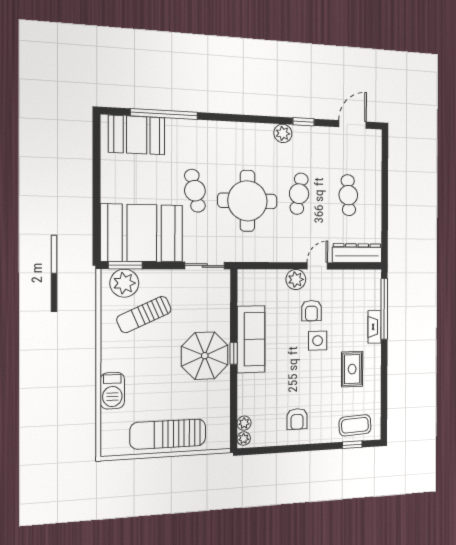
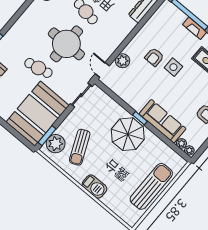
door: (317, 266) -> (102, 70), moved
plant: (296, 279) -> (123, 61), moved
armchair: (311, 311) -> (154, 57), turned 90
sofa: (251, 339) -> (162, 121), moved
barbecue: (112, 391) -> (94, 187), moved
sun lounger: (168, 434) -> (151, 186), turned 180

